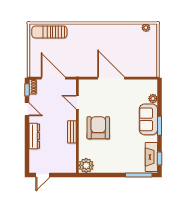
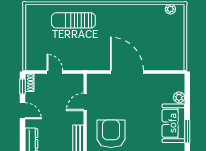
sun lounger: (49, 32) -> (73, 20), moved
door: (53, 78) -> (55, 72), width x0.53
door: (77, 102) -> (85, 102), hinge flipped

